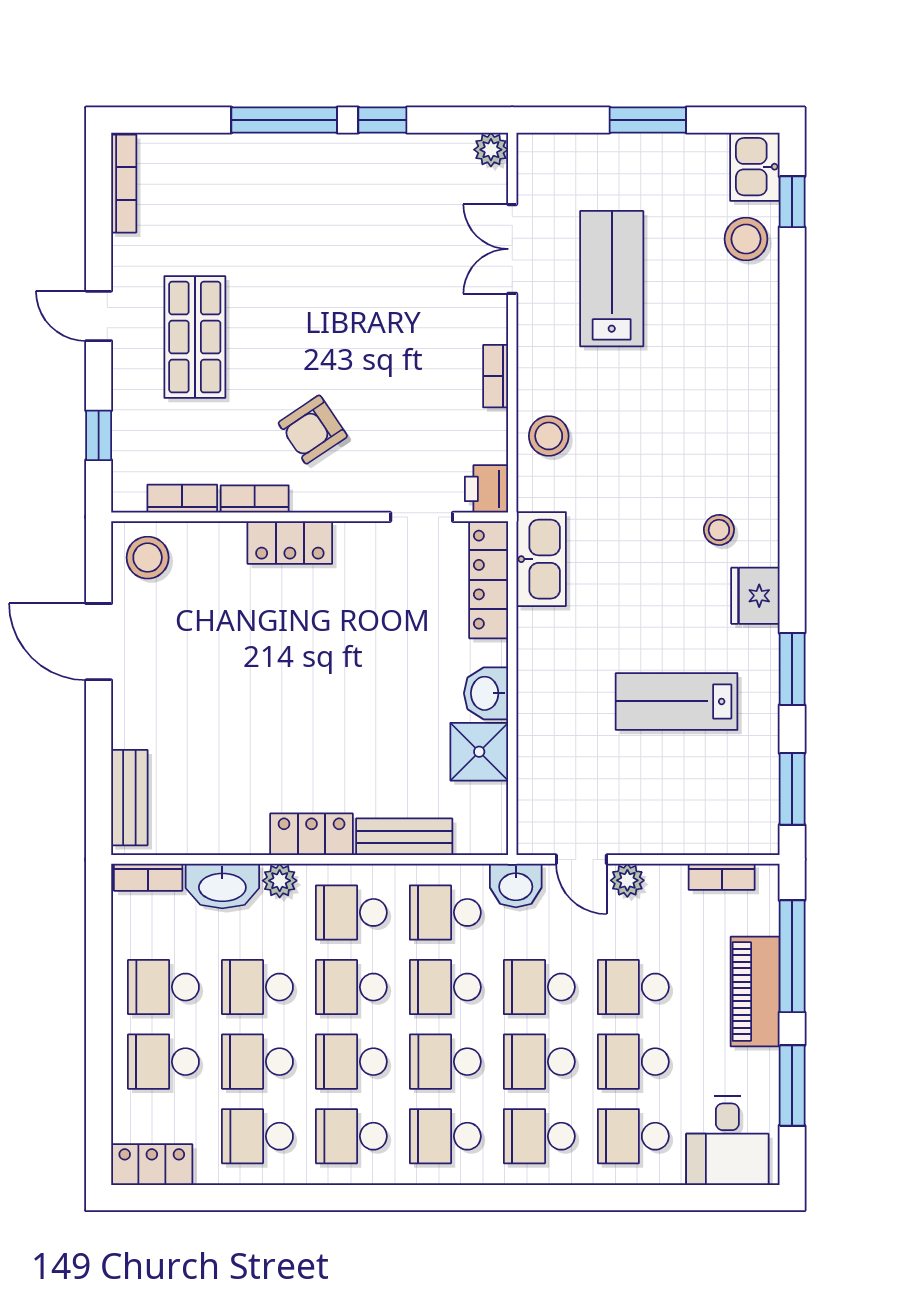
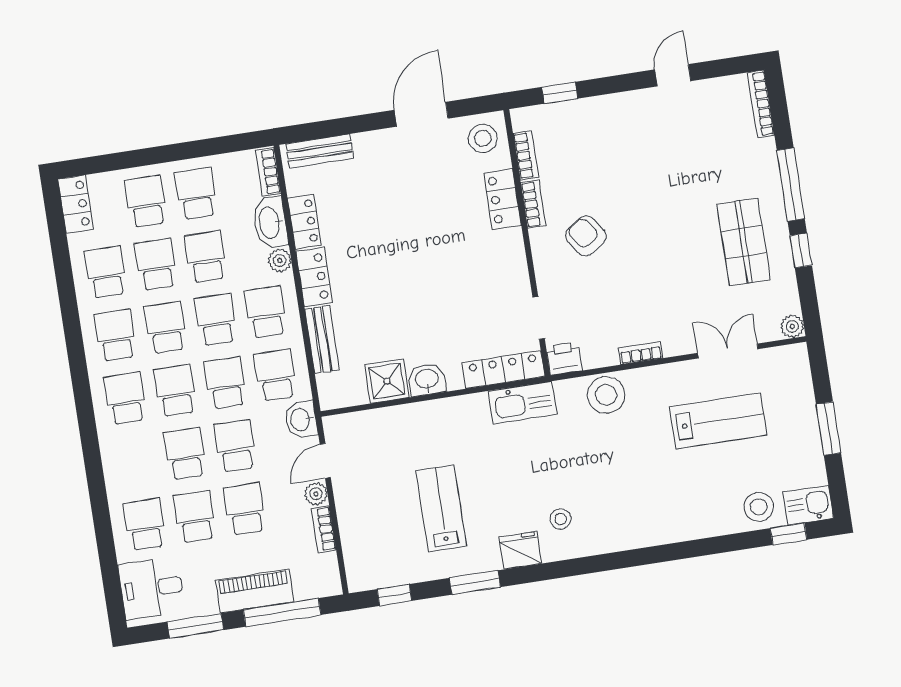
bookcase: (124, 184) -> (761, 104), moved, turned 90
door: (99, 316) -> (673, 75), moved
shop shelf: (195, 337) -> (744, 242), moved, turned 90
stool: (549, 436) -> (606, 395), width x1.38, depth x1.38
locker: (290, 542) -> (503, 199), moved
window: (792, 789) -> (394, 595), width x0.67
locker: (228, 836) -> (304, 222), added
bookcase: (722, 877) -> (324, 529), moved
school desk: (539, 1136) -> (135, 461), removed

